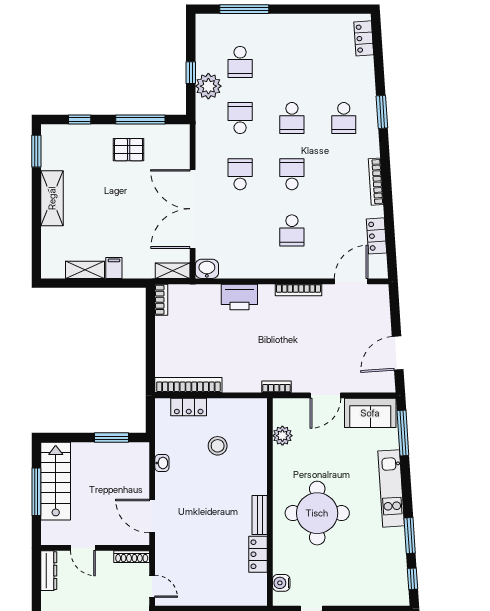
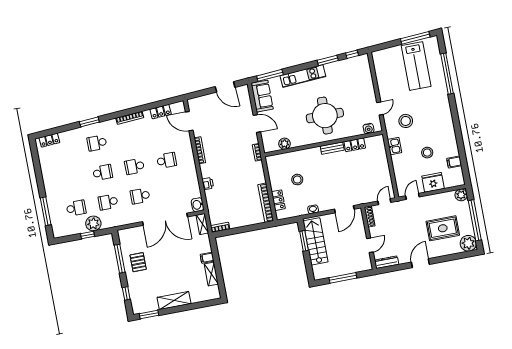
school desk: (344, 118) -> (97, 143), turned 180
printer: (239, 297) -> (208, 184), width x0.53, depth x0.68
stairs: (56, 481) -> (315, 241), moved, turned 90

